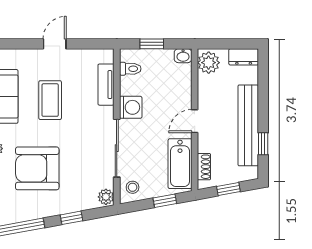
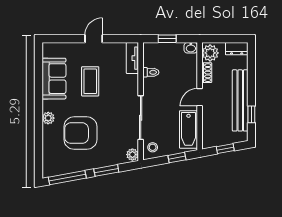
toilet: (130, 69) -> (151, 72), moved
tv unit: (106, 85) -> (132, 58), moved
washing machine: (131, 107) -> (151, 87), removed
shoe rack: (204, 167) -> (207, 73), moved
window: (71, 218) -> (106, 170), width x1.50

